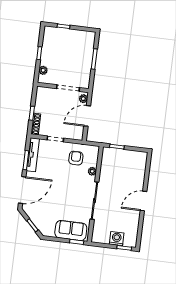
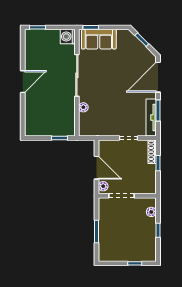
door: (87, 116) -> (97, 168), hinge flipped
armchair: (76, 158) -> (103, 120), removed
washing machine: (117, 239) -> (68, 36), moved, turned 90

